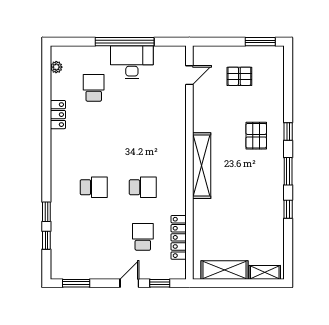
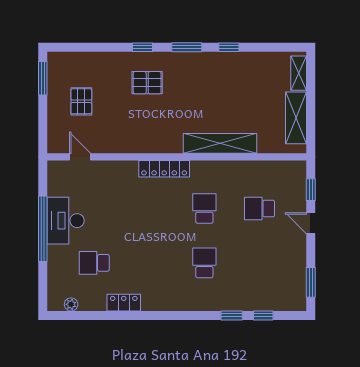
shelving: (202, 166) -> (220, 143), moved
locker: (179, 237) -> (164, 169), moved

